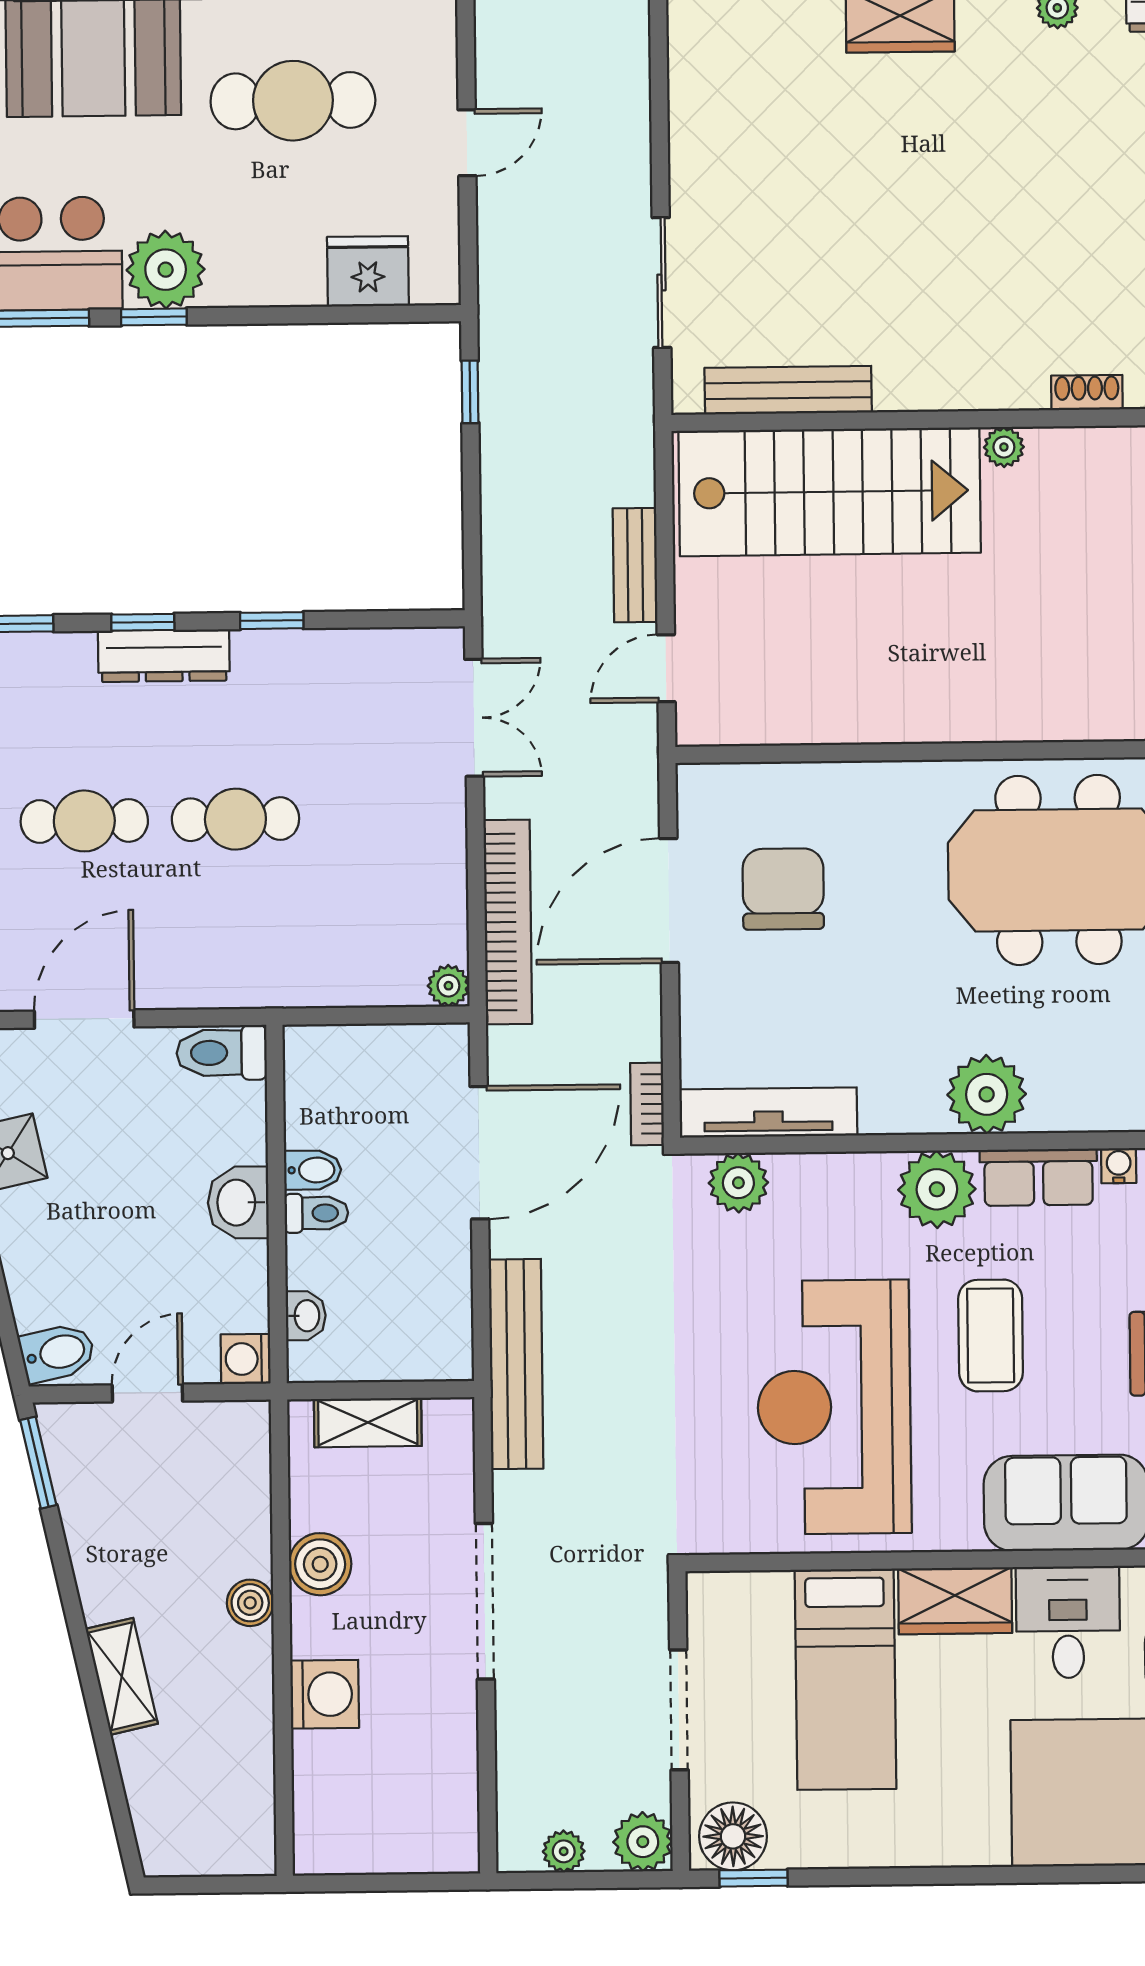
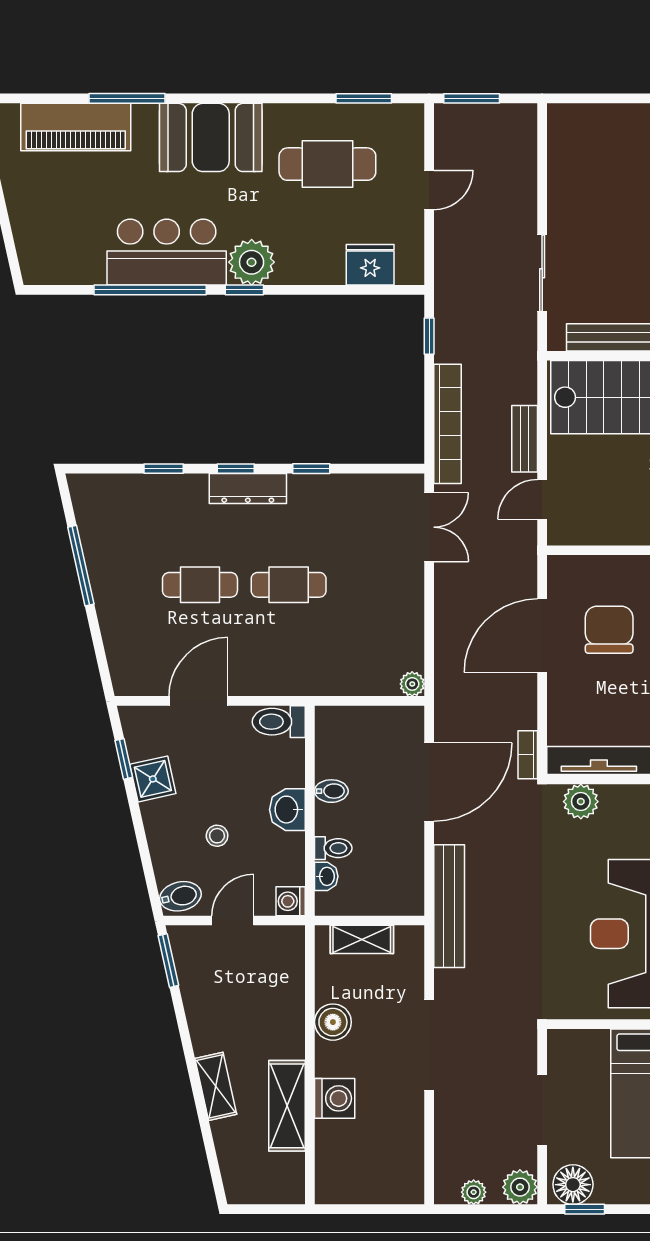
bookcase: (508, 922) -> (447, 424), moved
toilet: (316, 1213) -> (333, 848), moved
stool: (119, 1249) -> (217, 836), added
boiler: (250, 1603) -> (292, 1044), removed
shelving: (244, 1708) -> (287, 1106), added

